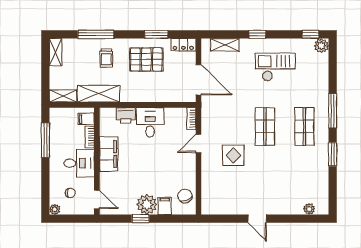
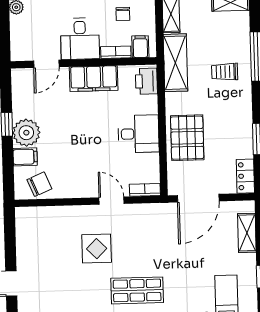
pallet: (146, 59) -> (187, 138), moved
printer: (126, 115) -> (146, 81), moved
chair: (70, 193) -> (123, 14), moved
door: (97, 199) -> (46, 64), moved

